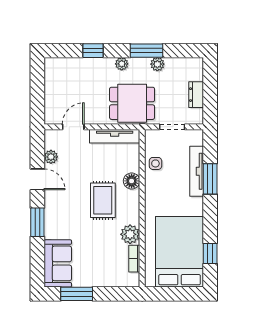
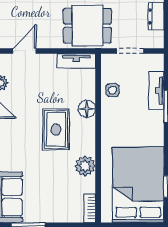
tv unit: (115, 136) -> (76, 61), width x0.71
tv unit: (197, 171) -> (156, 91), width x0.71
bookcase: (134, 259) -> (90, 208), moved

